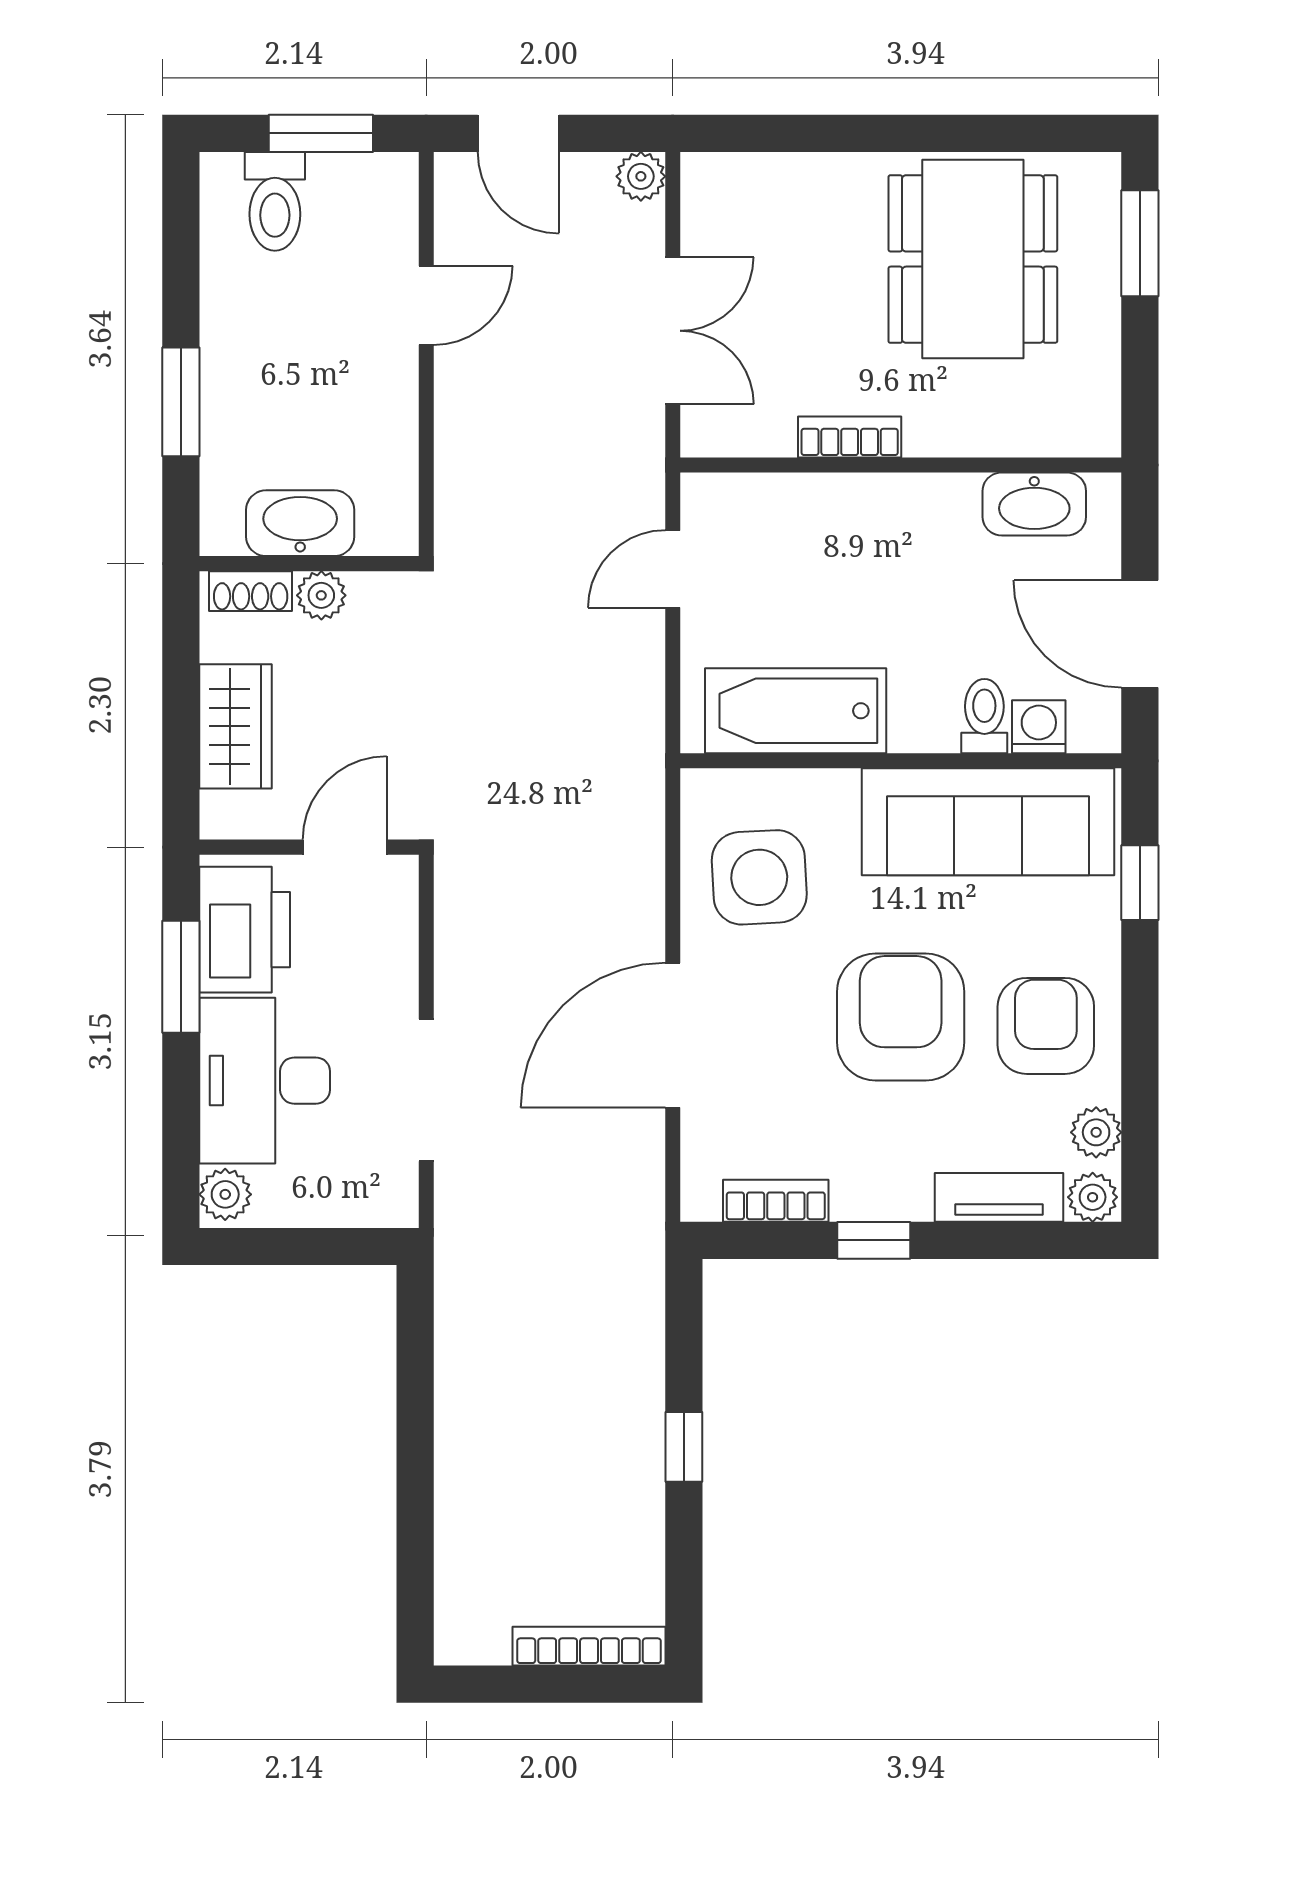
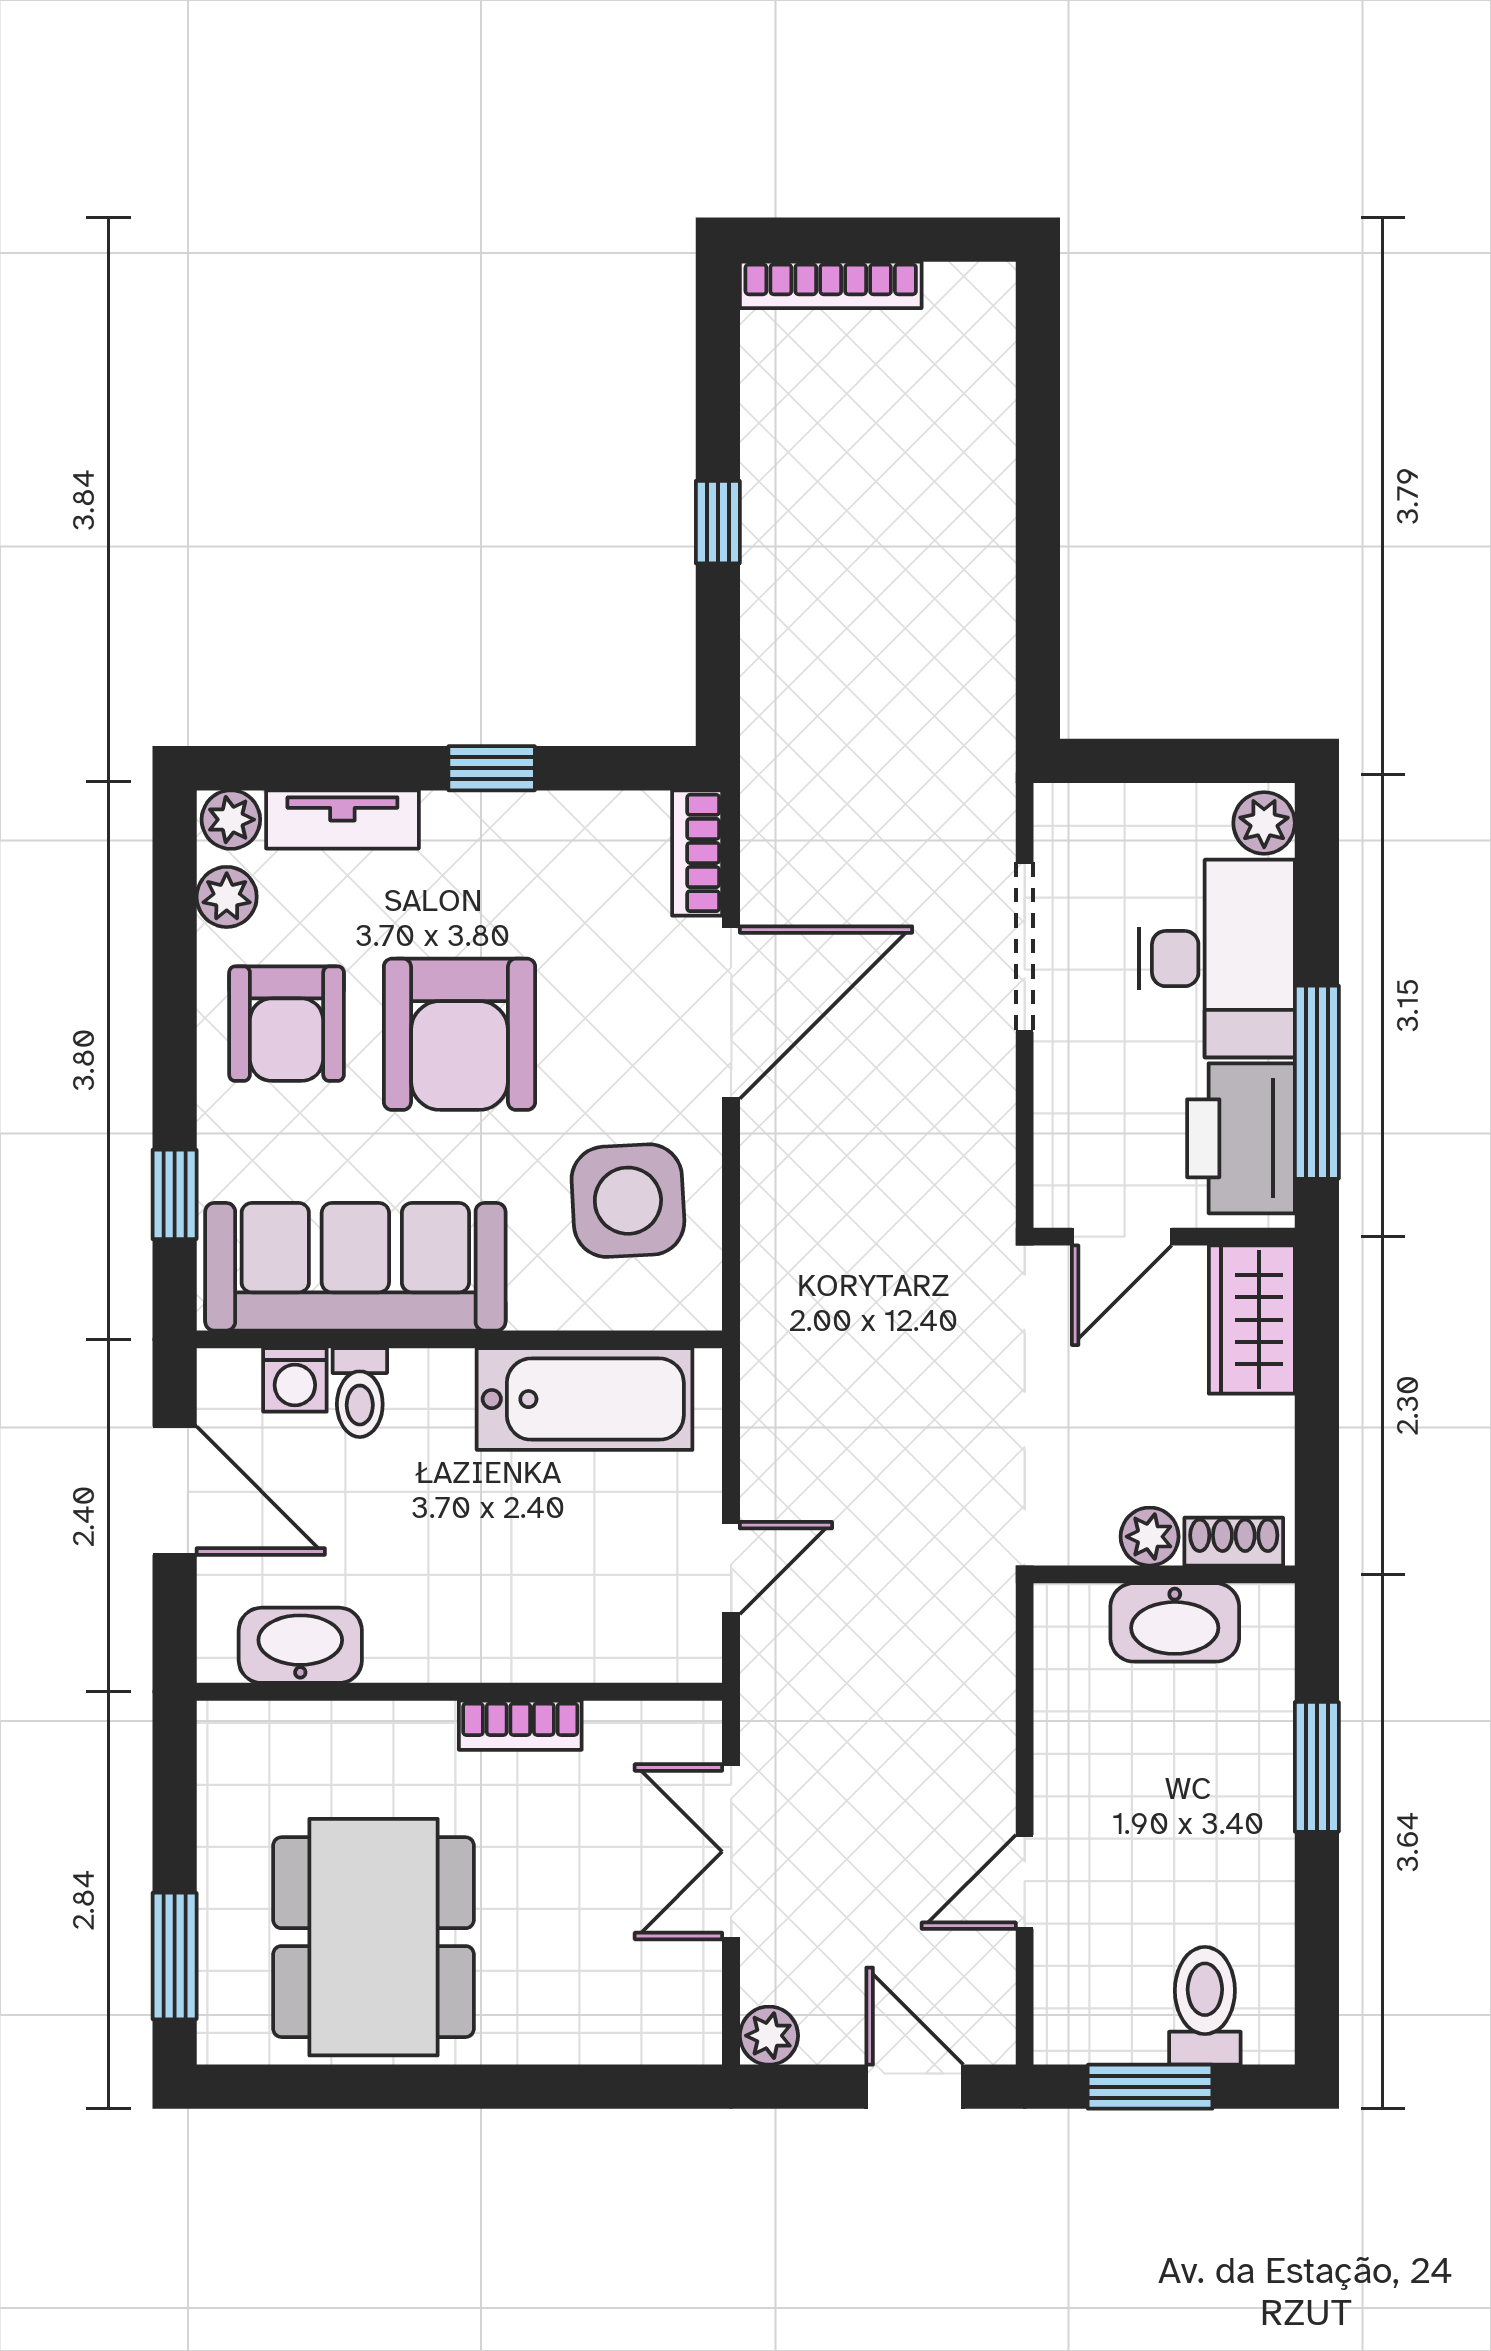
wardrobe: (235, 726) -> (1252, 1320), moved
window: (181, 977) -> (1317, 1082), width x1.44
bookcase: (776, 1201) -> (697, 853), moved, turned 90

